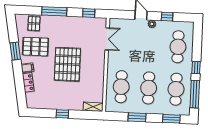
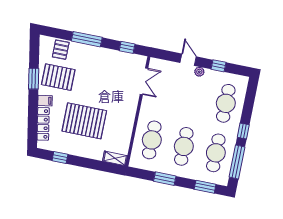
pallet: (67, 64) -> (84, 121), moved, turned 90
locker: (28, 82) -> (43, 124), width x1.53
window: (62, 114) -> (60, 157), moved

